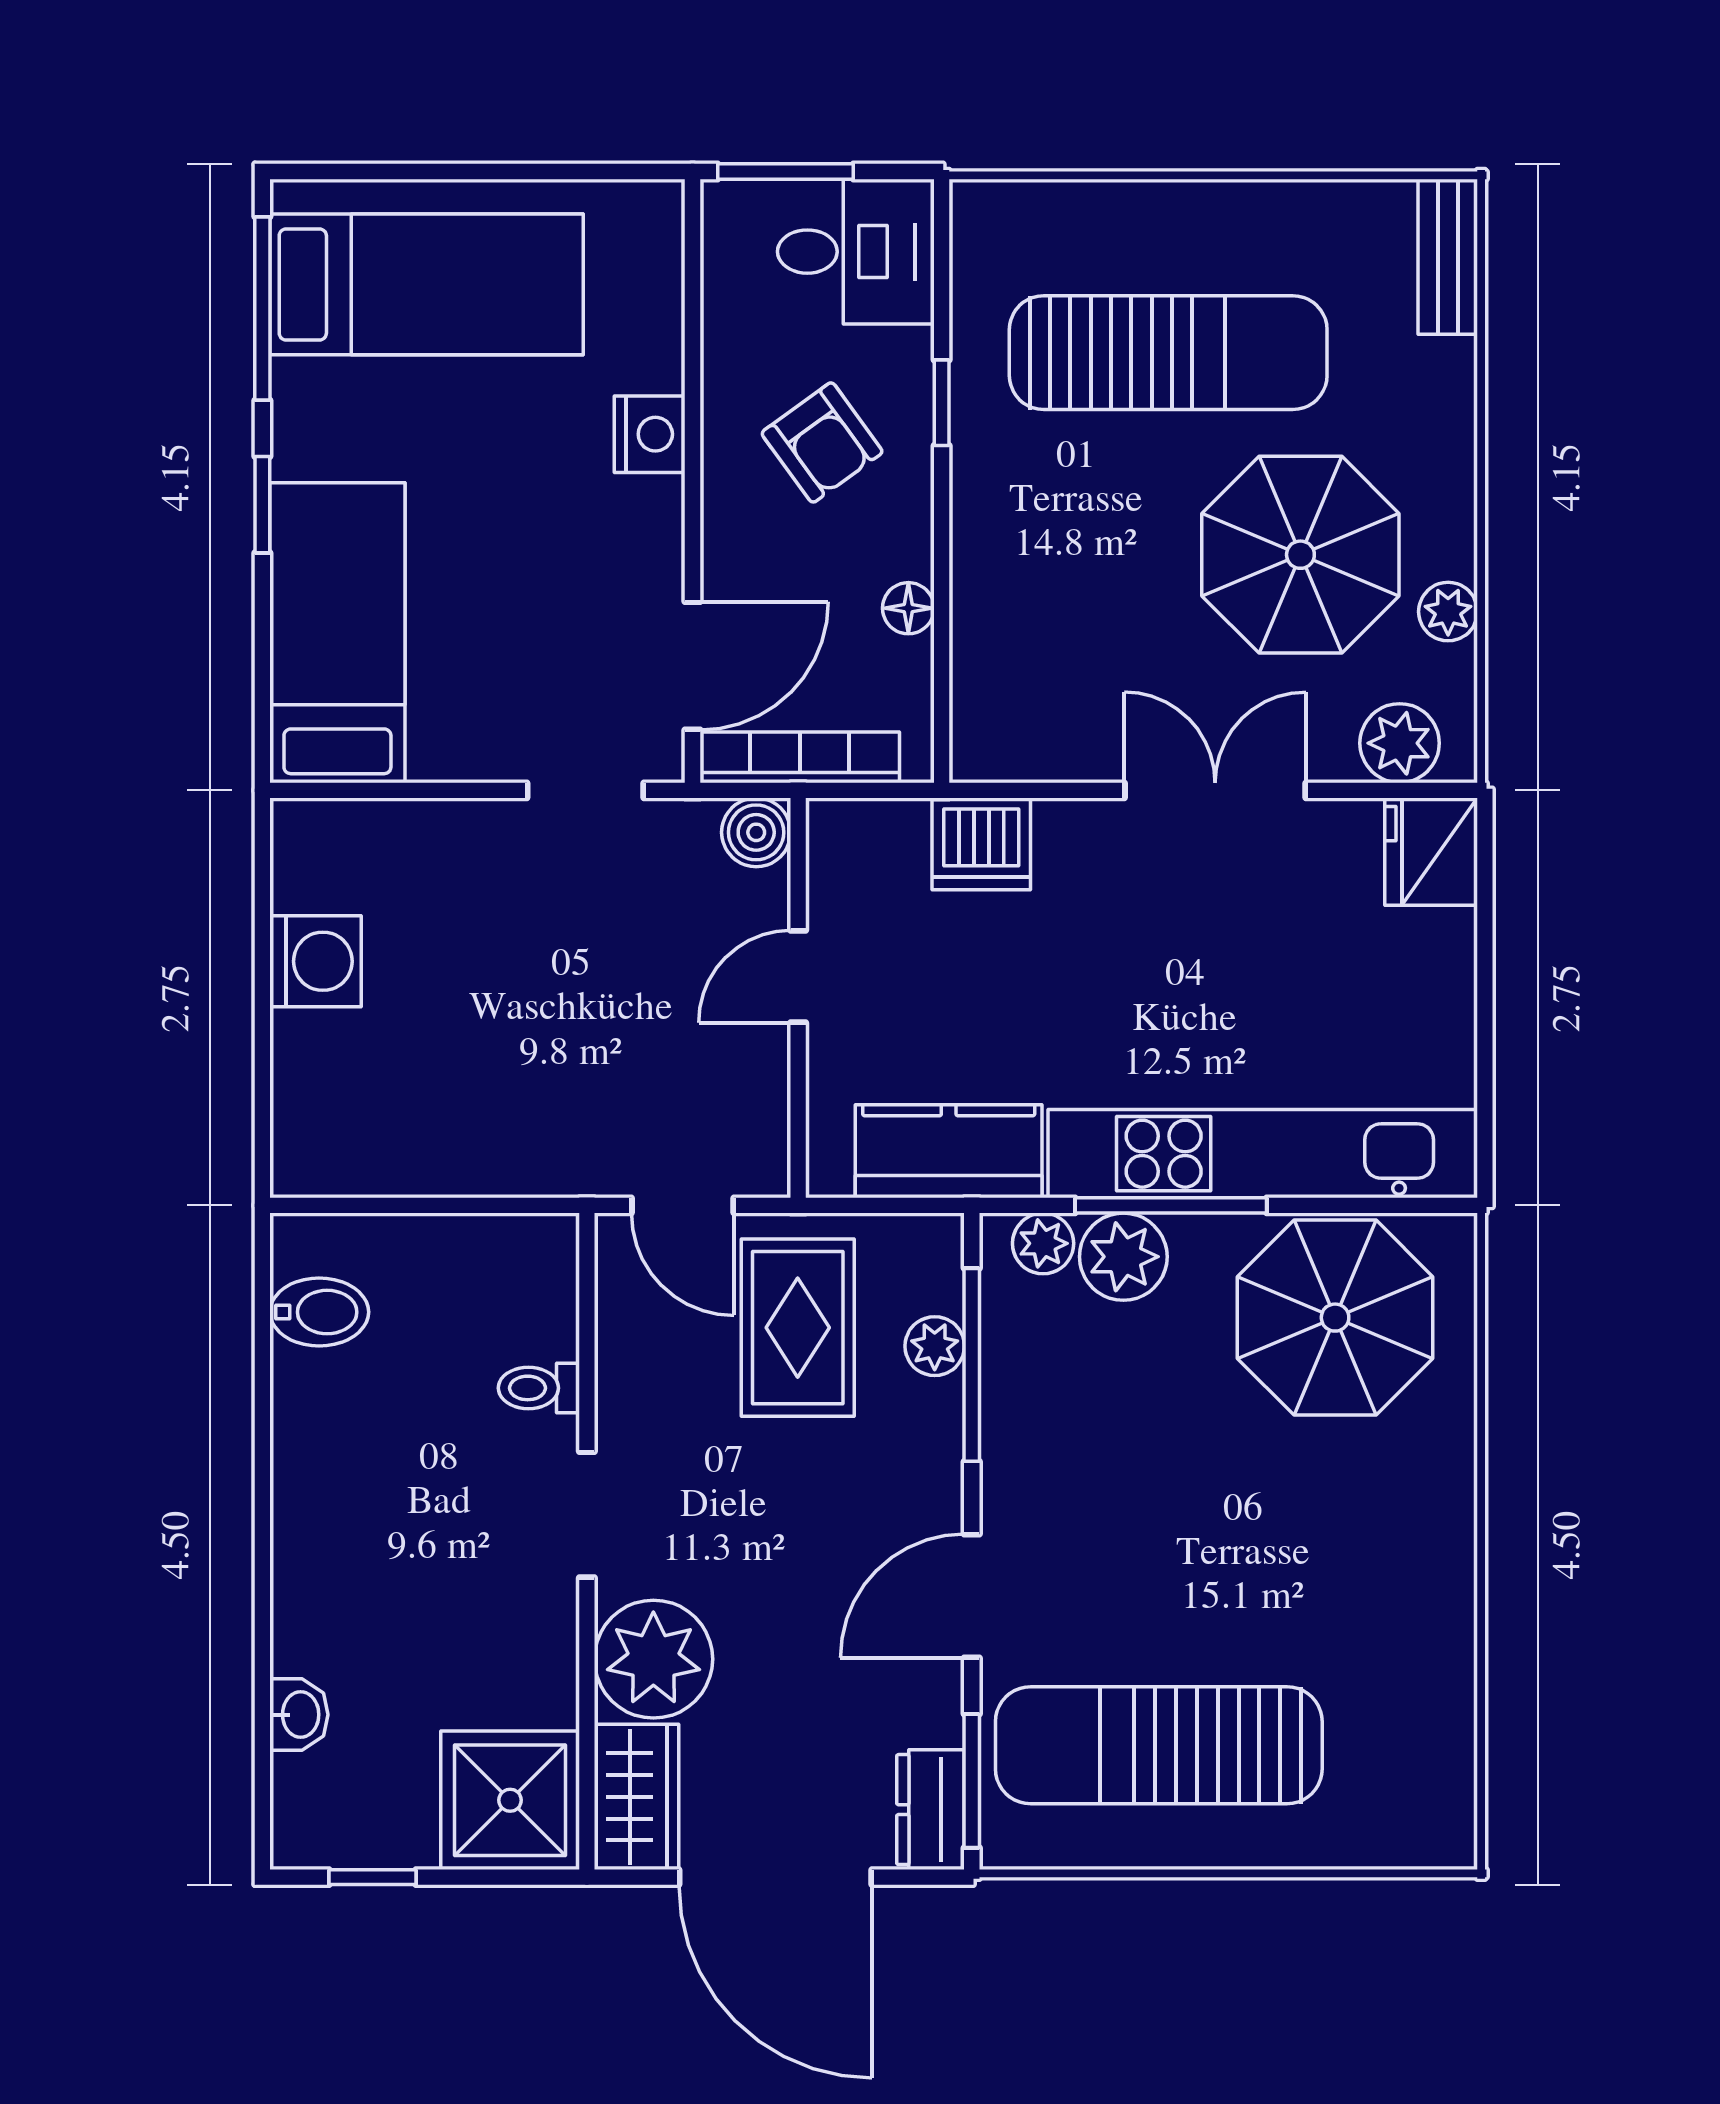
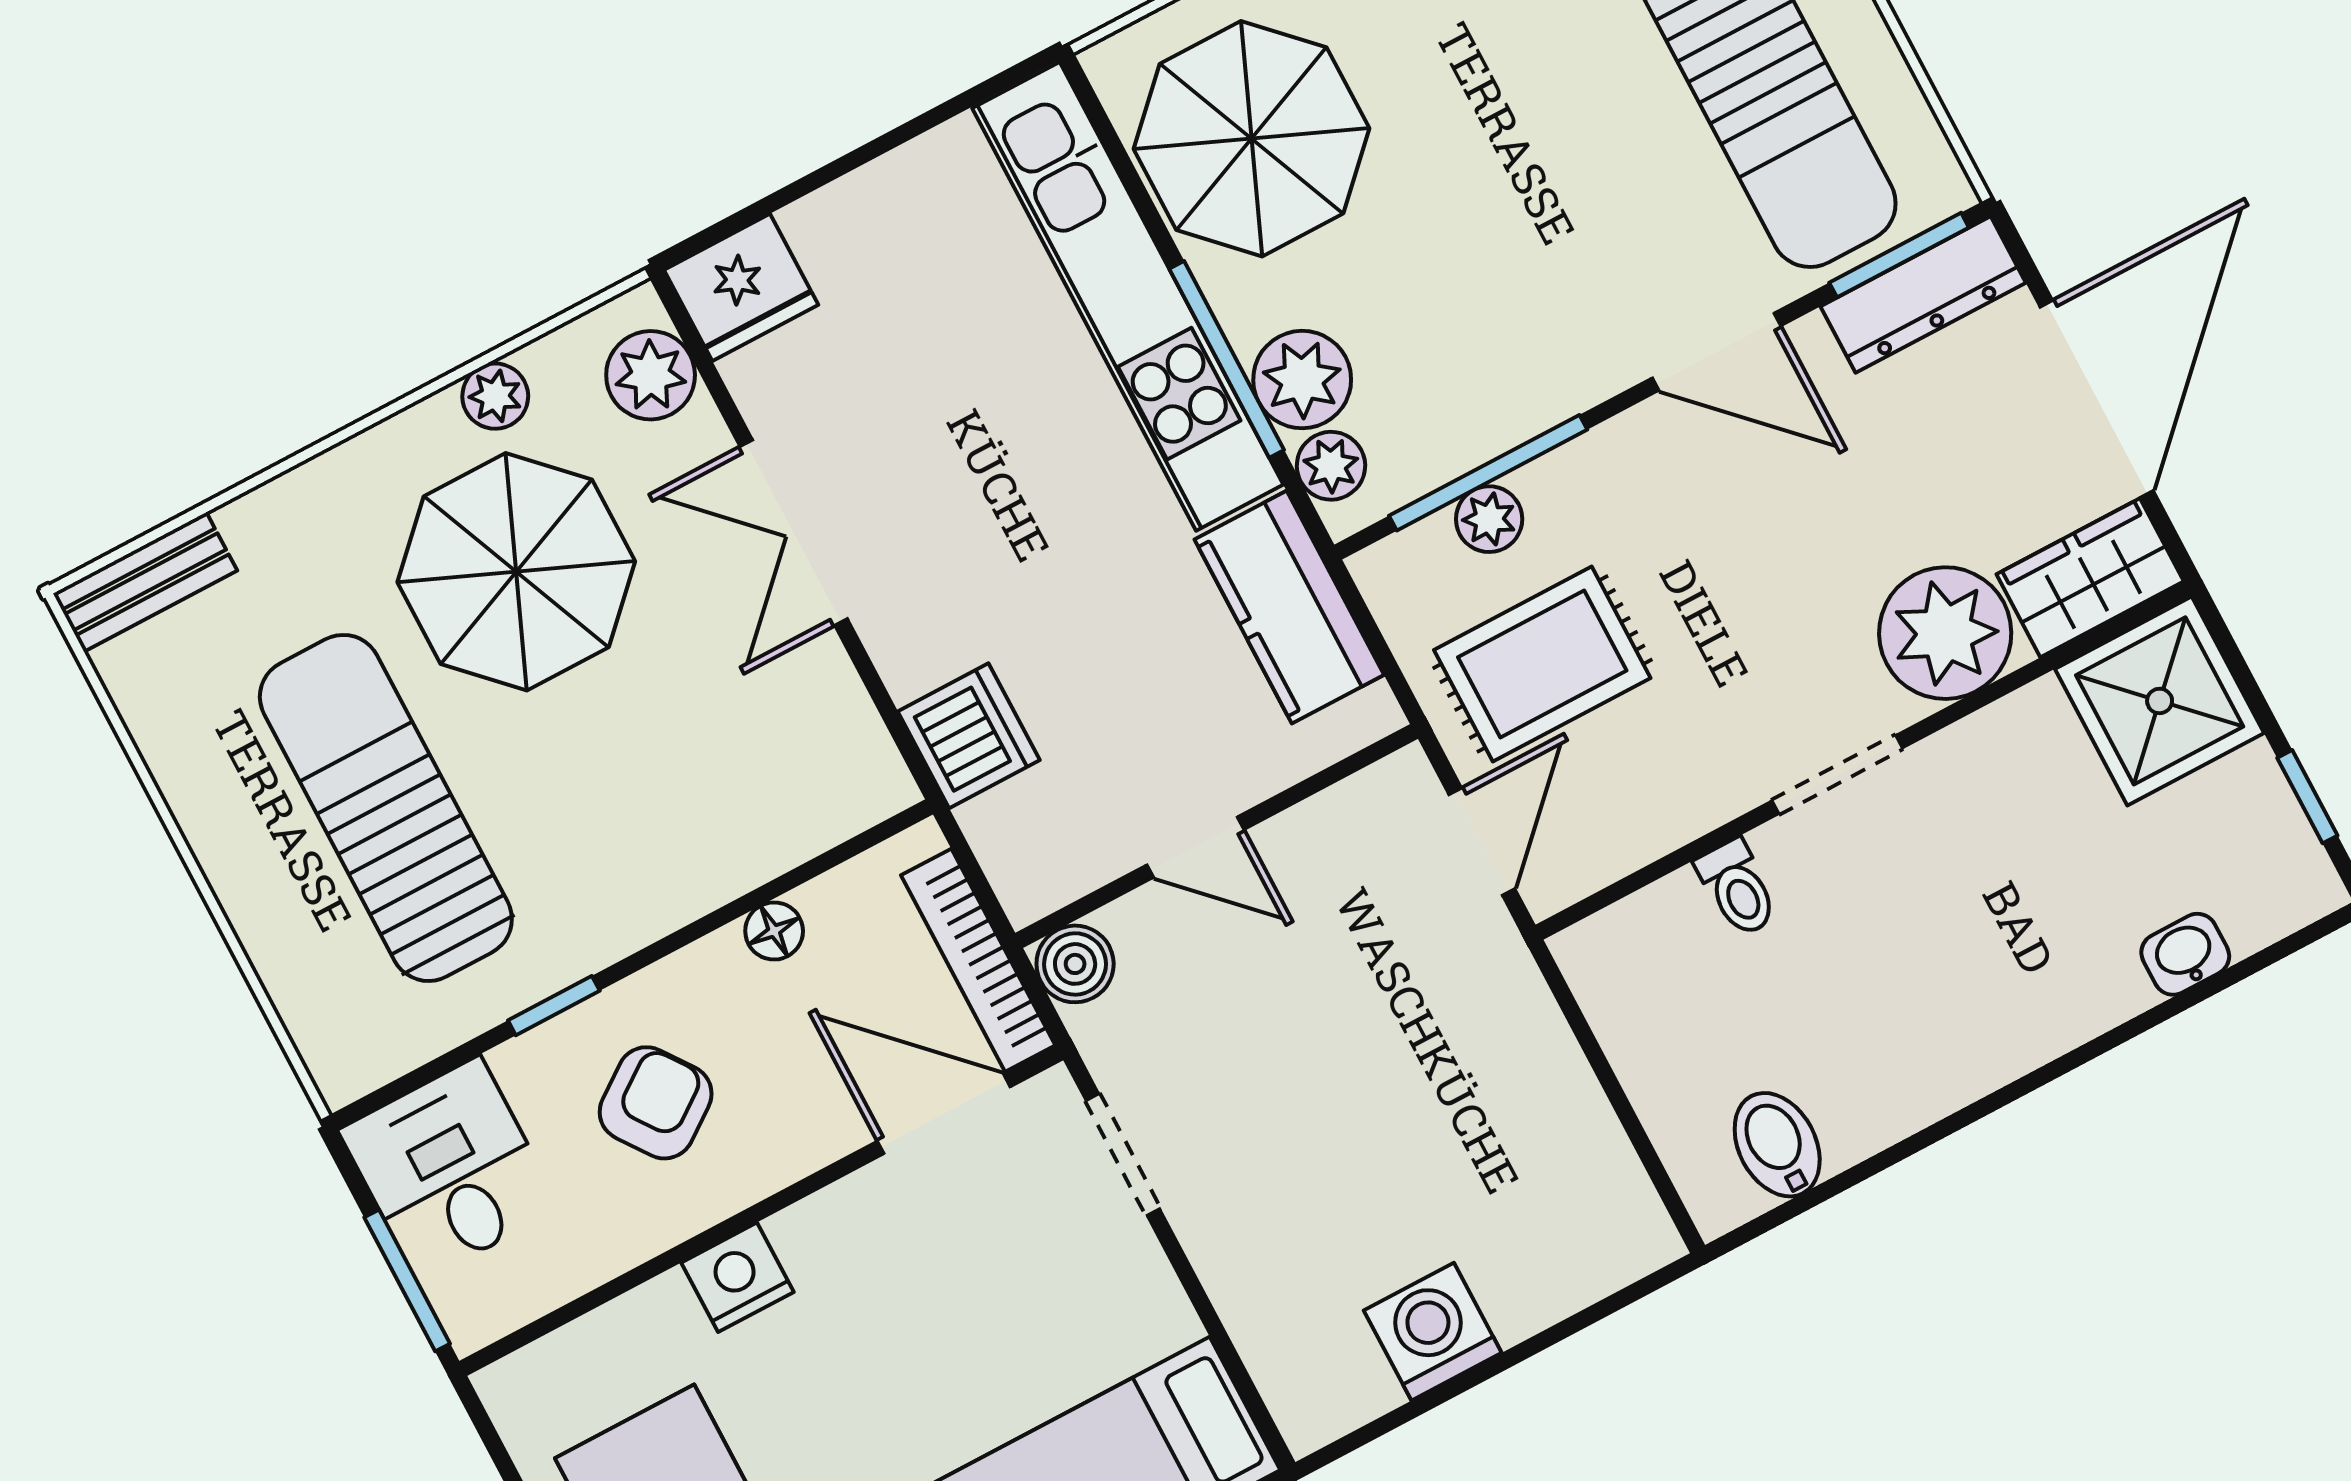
dresser: (930, 1810) -> (1923, 295), width x1.44

